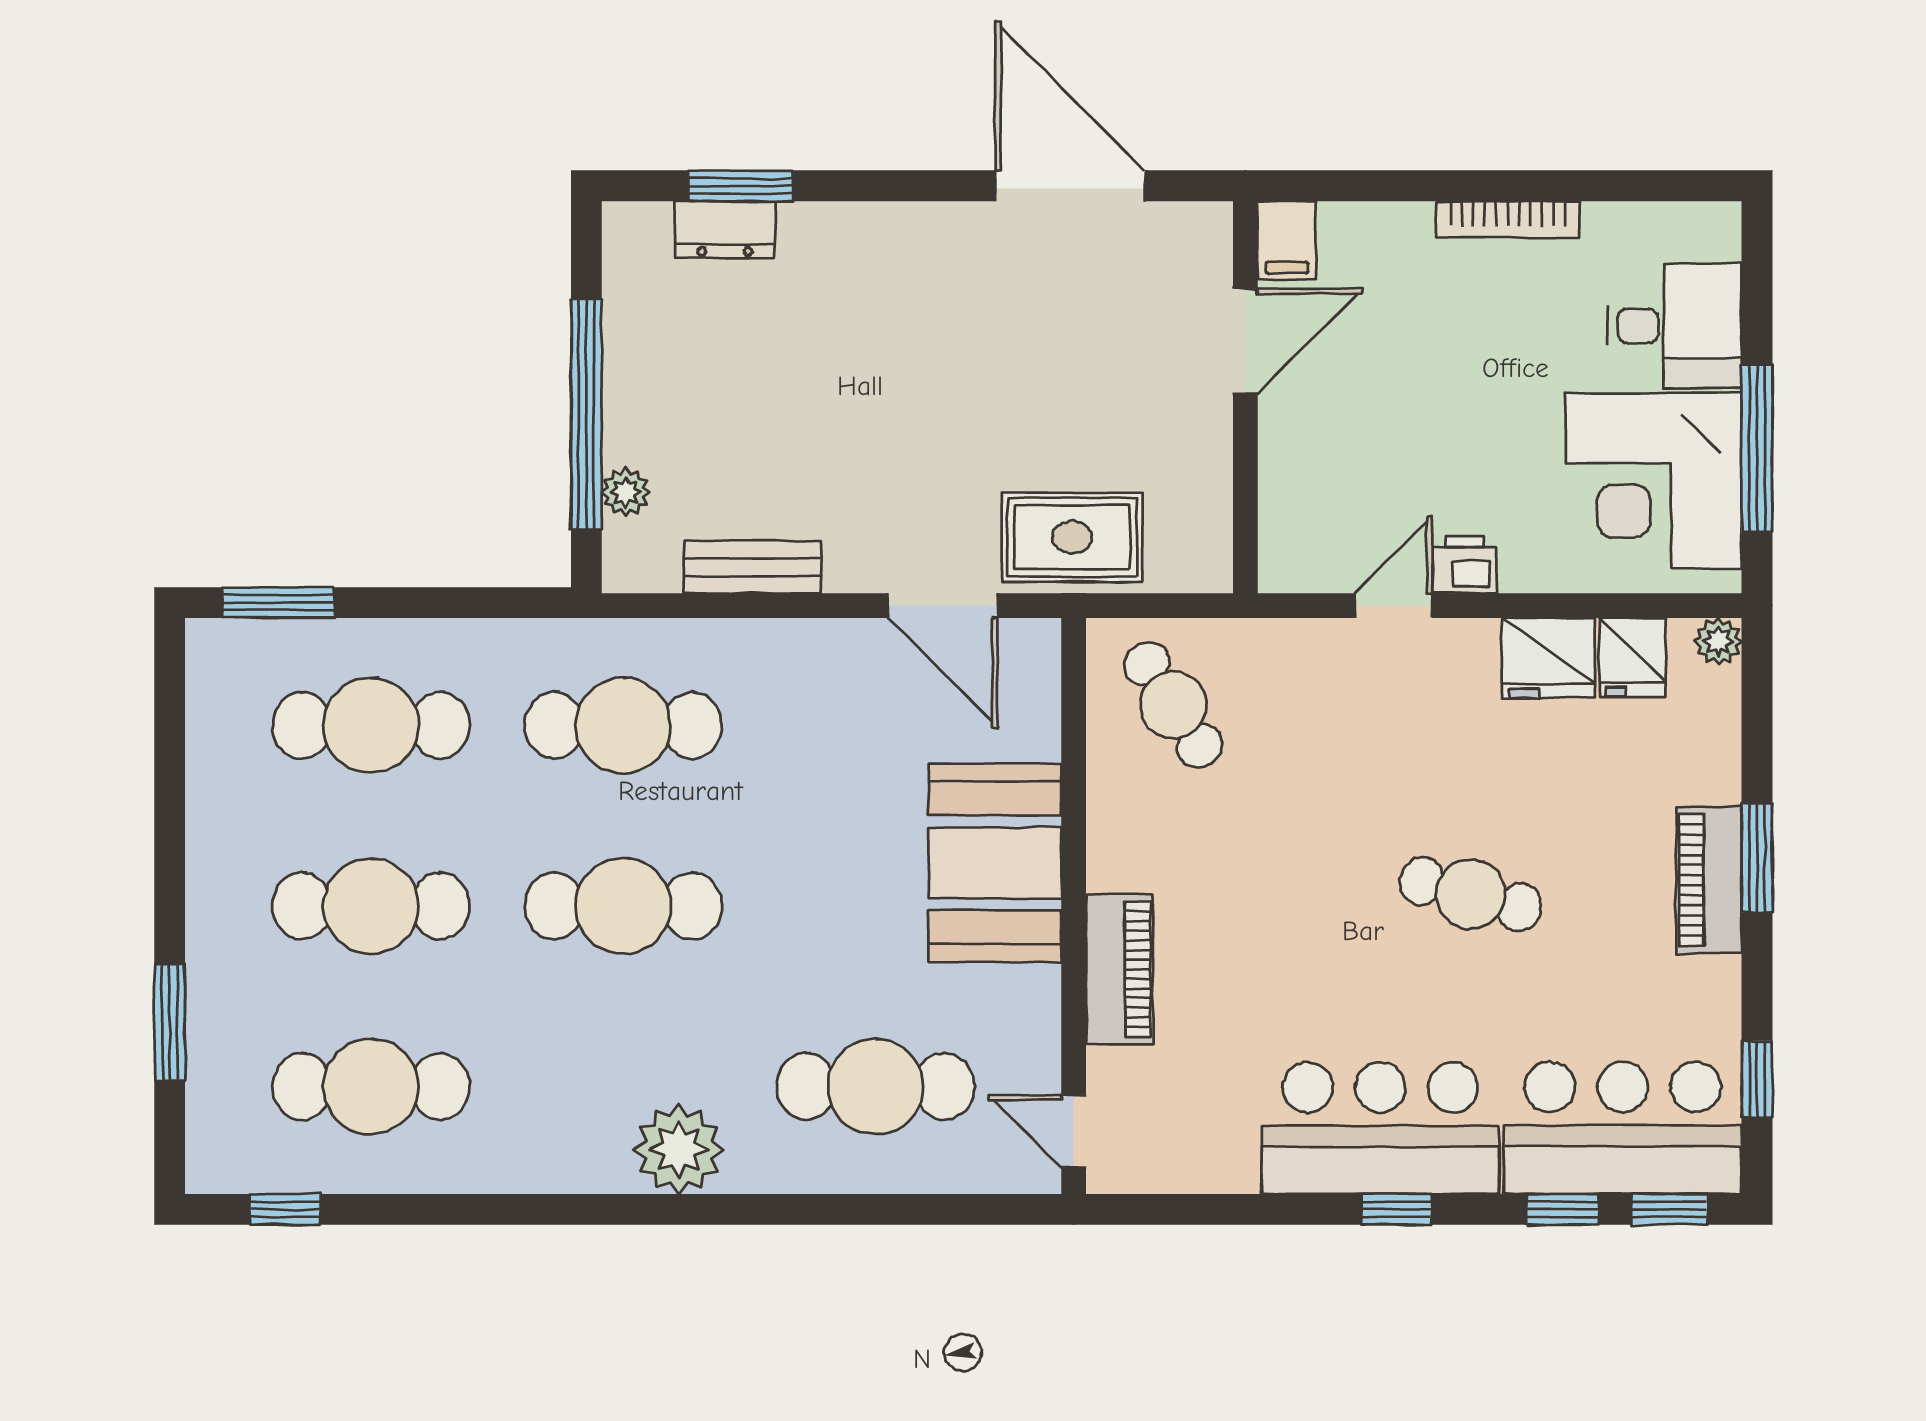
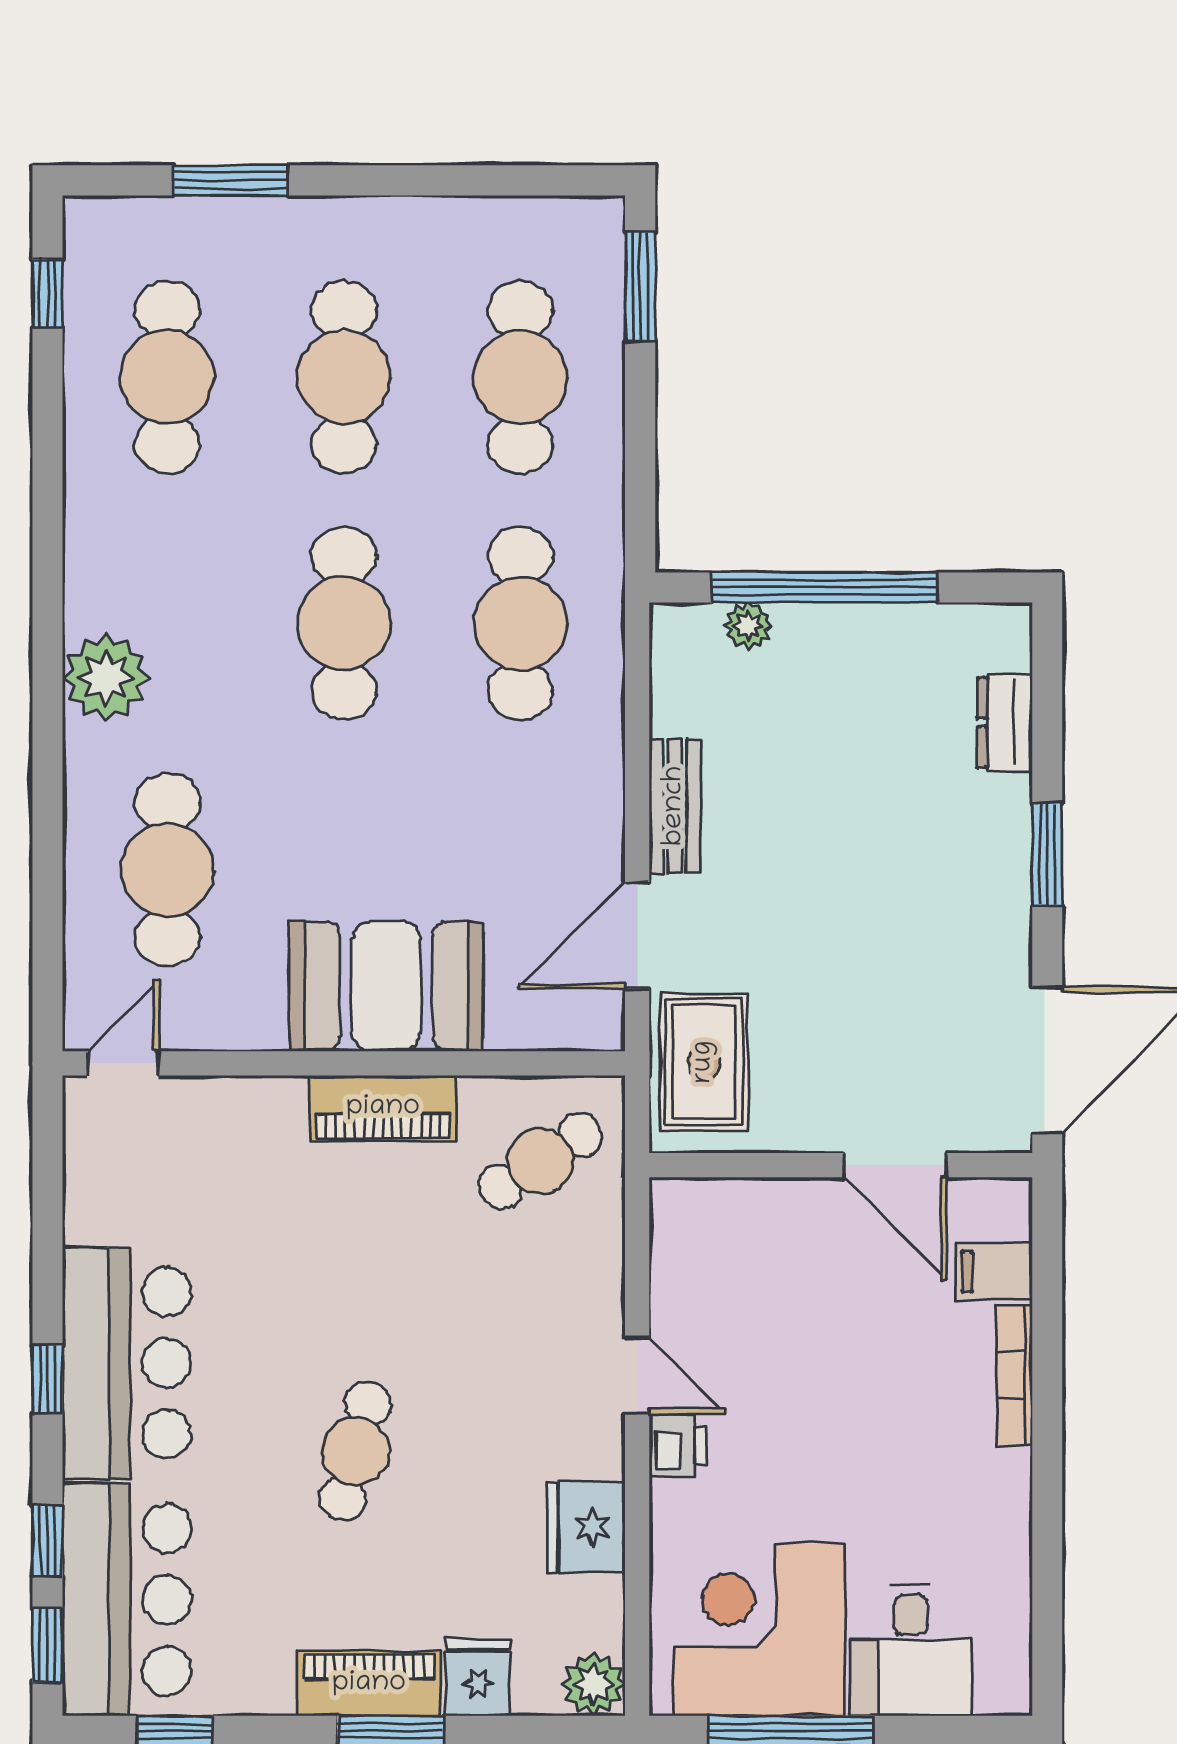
window: (741, 186) -> (1047, 854), moved
bookcase: (1508, 219) -> (1014, 1375), moved
door: (1245, 341) -> (895, 1165), moved
wall: (1245, 397) -> (841, 1165), moved
bench: (752, 567) -> (675, 806), moved
plant: (1718, 641) -> (594, 1684), width x1.38, depth x1.38
fridge: (1633, 657) -> (478, 1678), moved, turned 90
piano: (1120, 969) -> (383, 1108), moved

